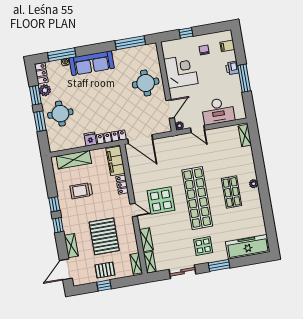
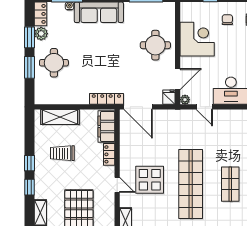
fridge: (90, 139) -> (169, 97), moved

